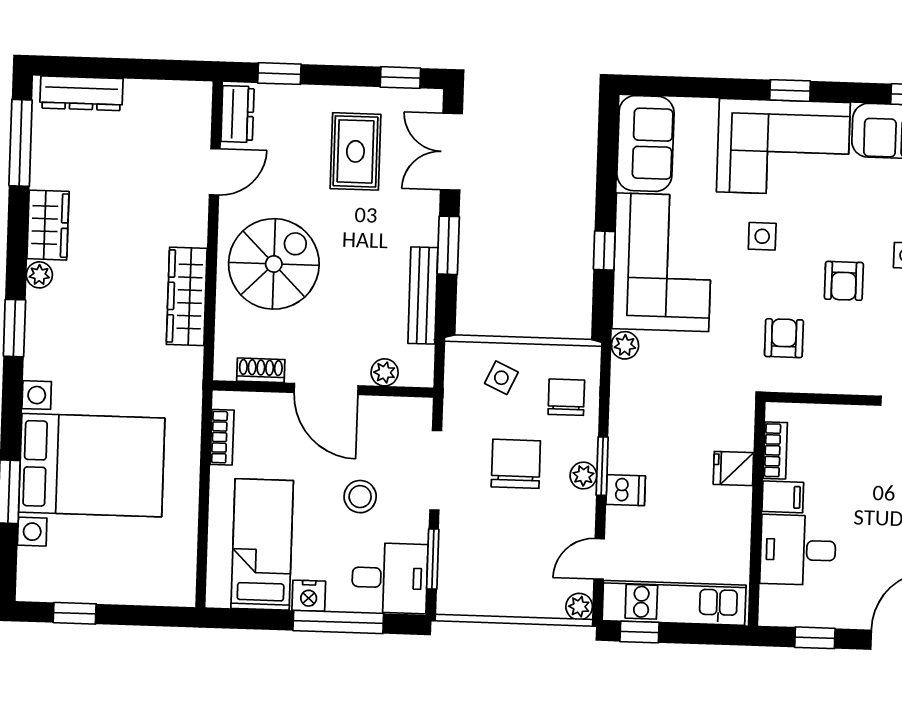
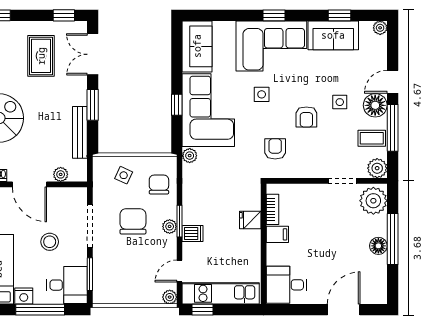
desk: (798, 550) -> (286, 285), moved
window: (815, 638) -> (297, 310), removed

